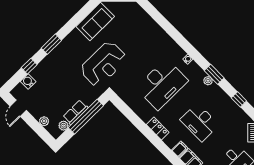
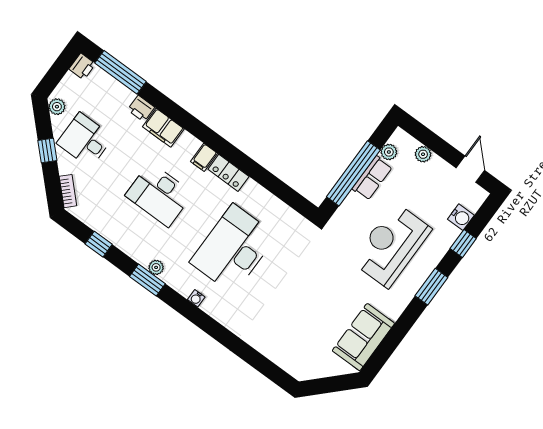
reception desk: (103, 64) -> (392, 245), moved
desk: (200, 122) -> (159, 195), turned 180
filing cabinet: (180, 149) -> (204, 157), moved

